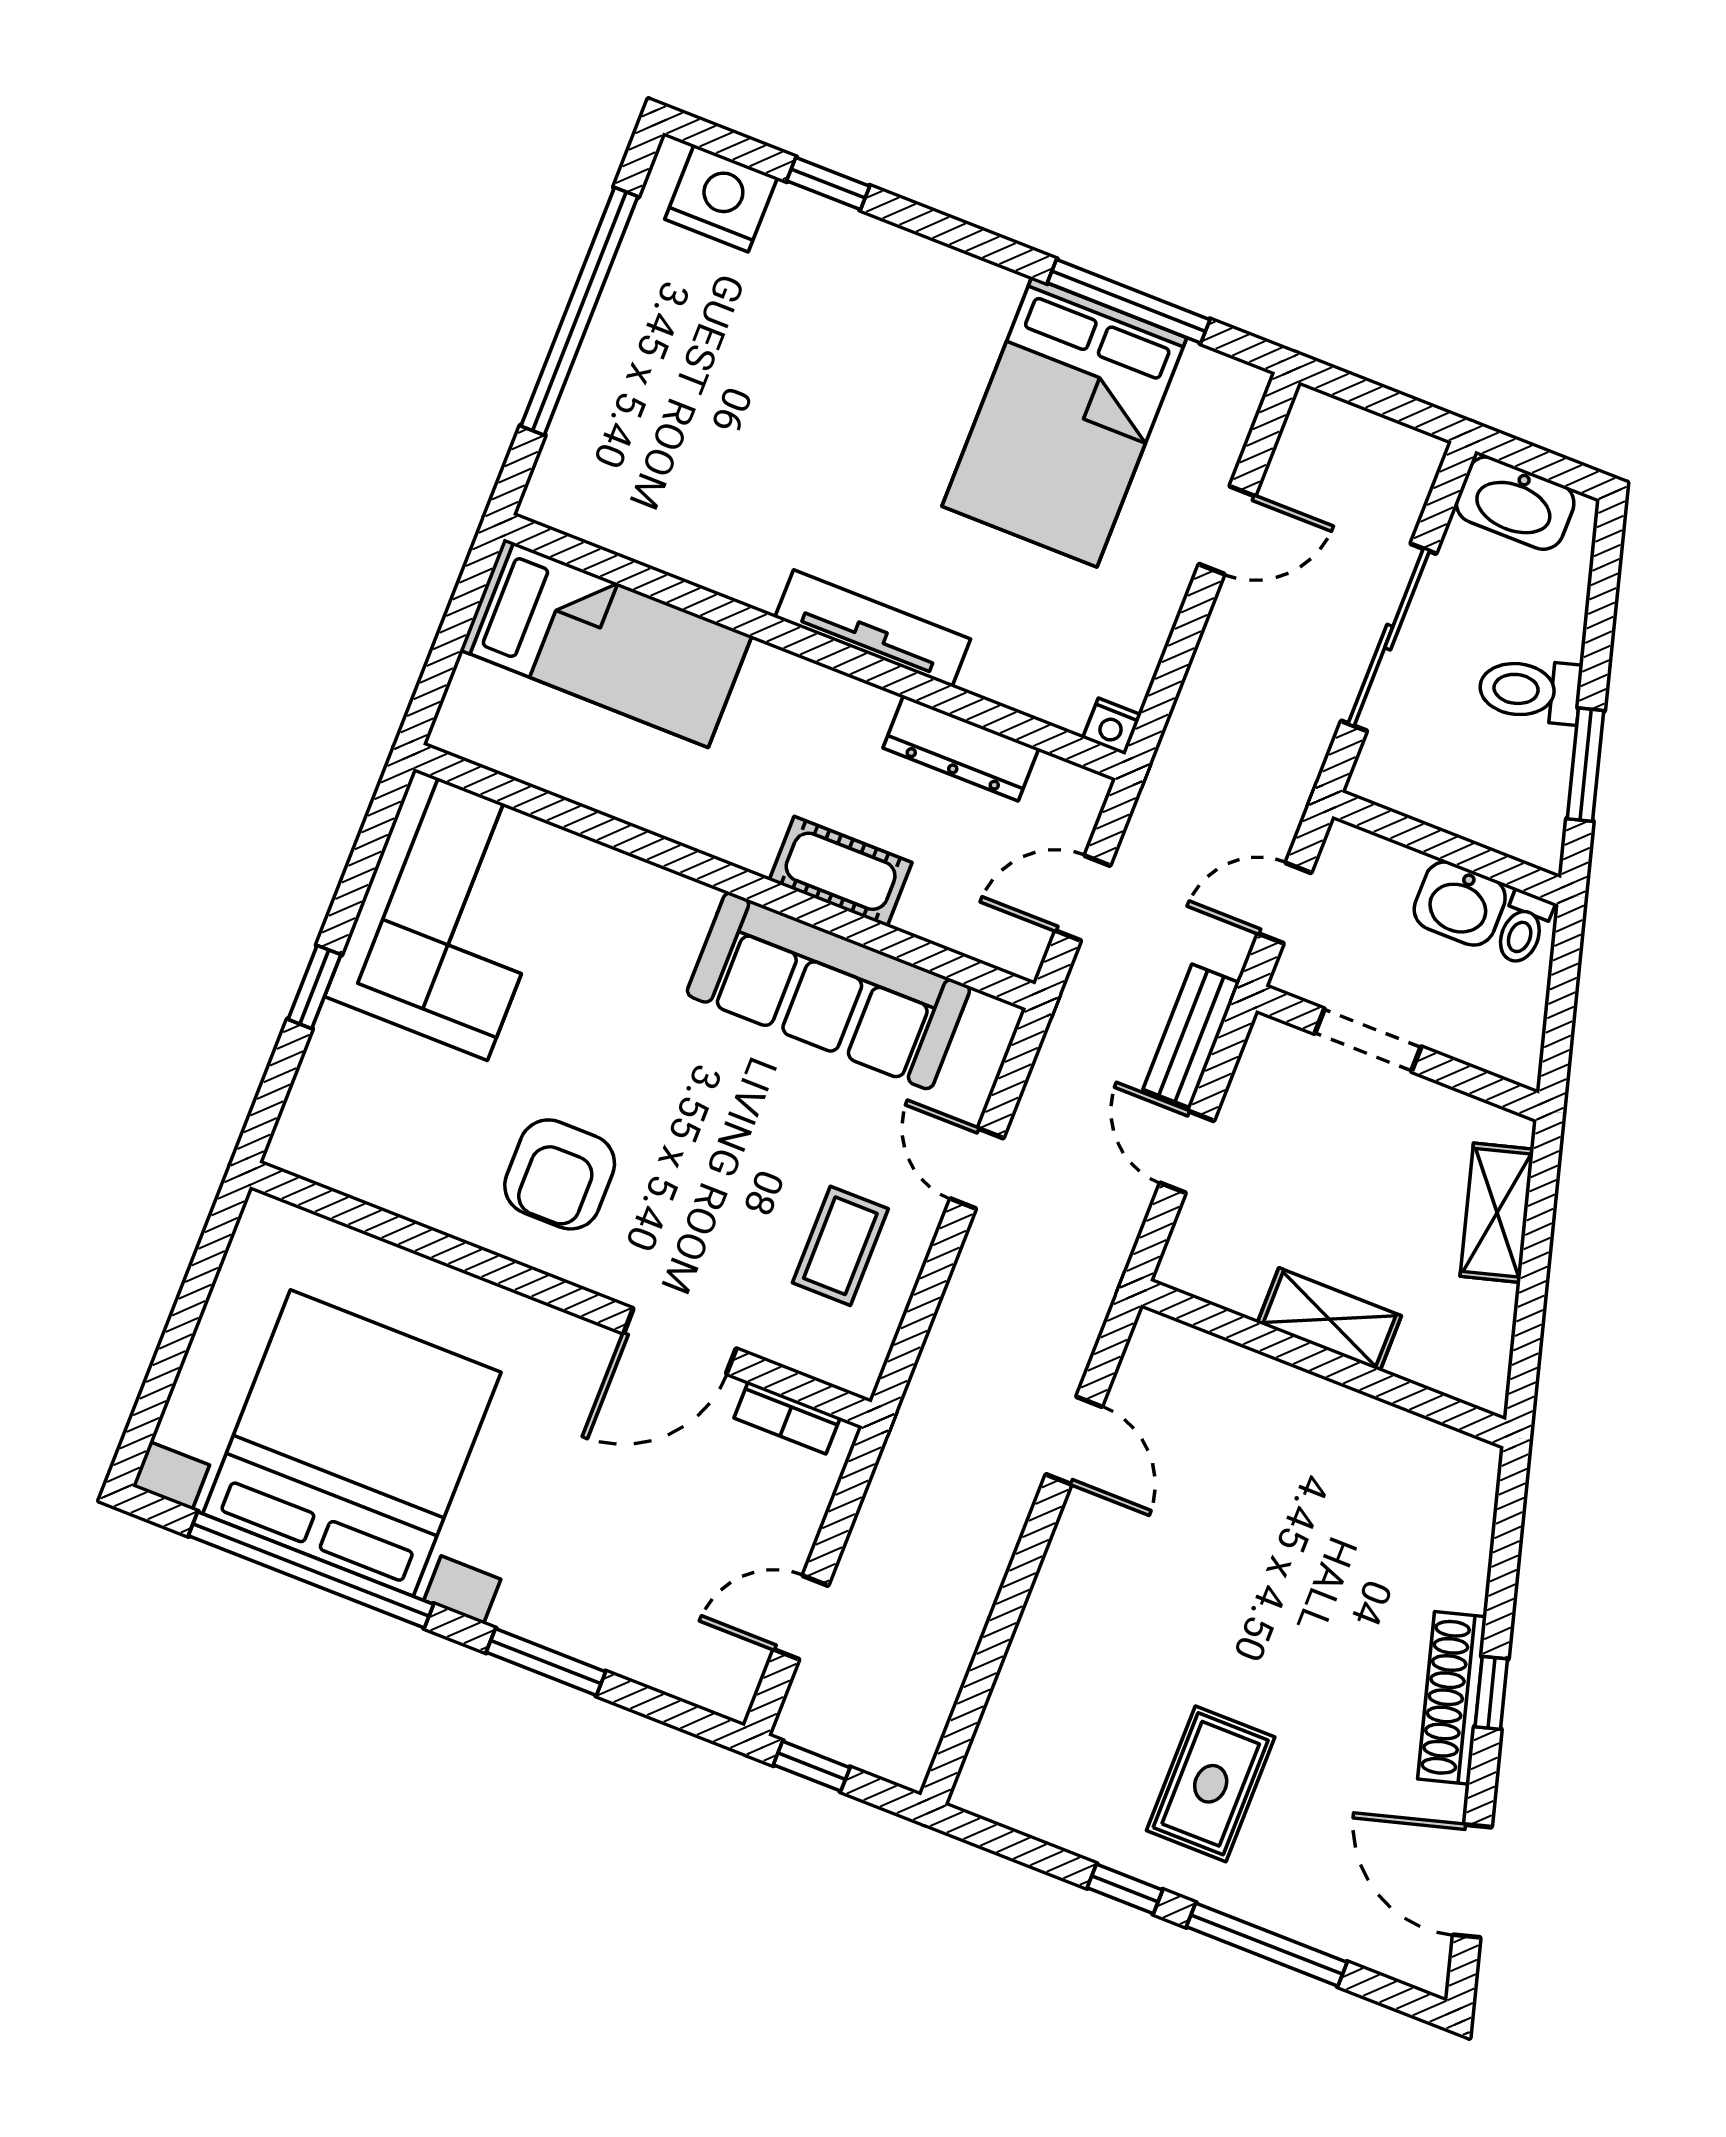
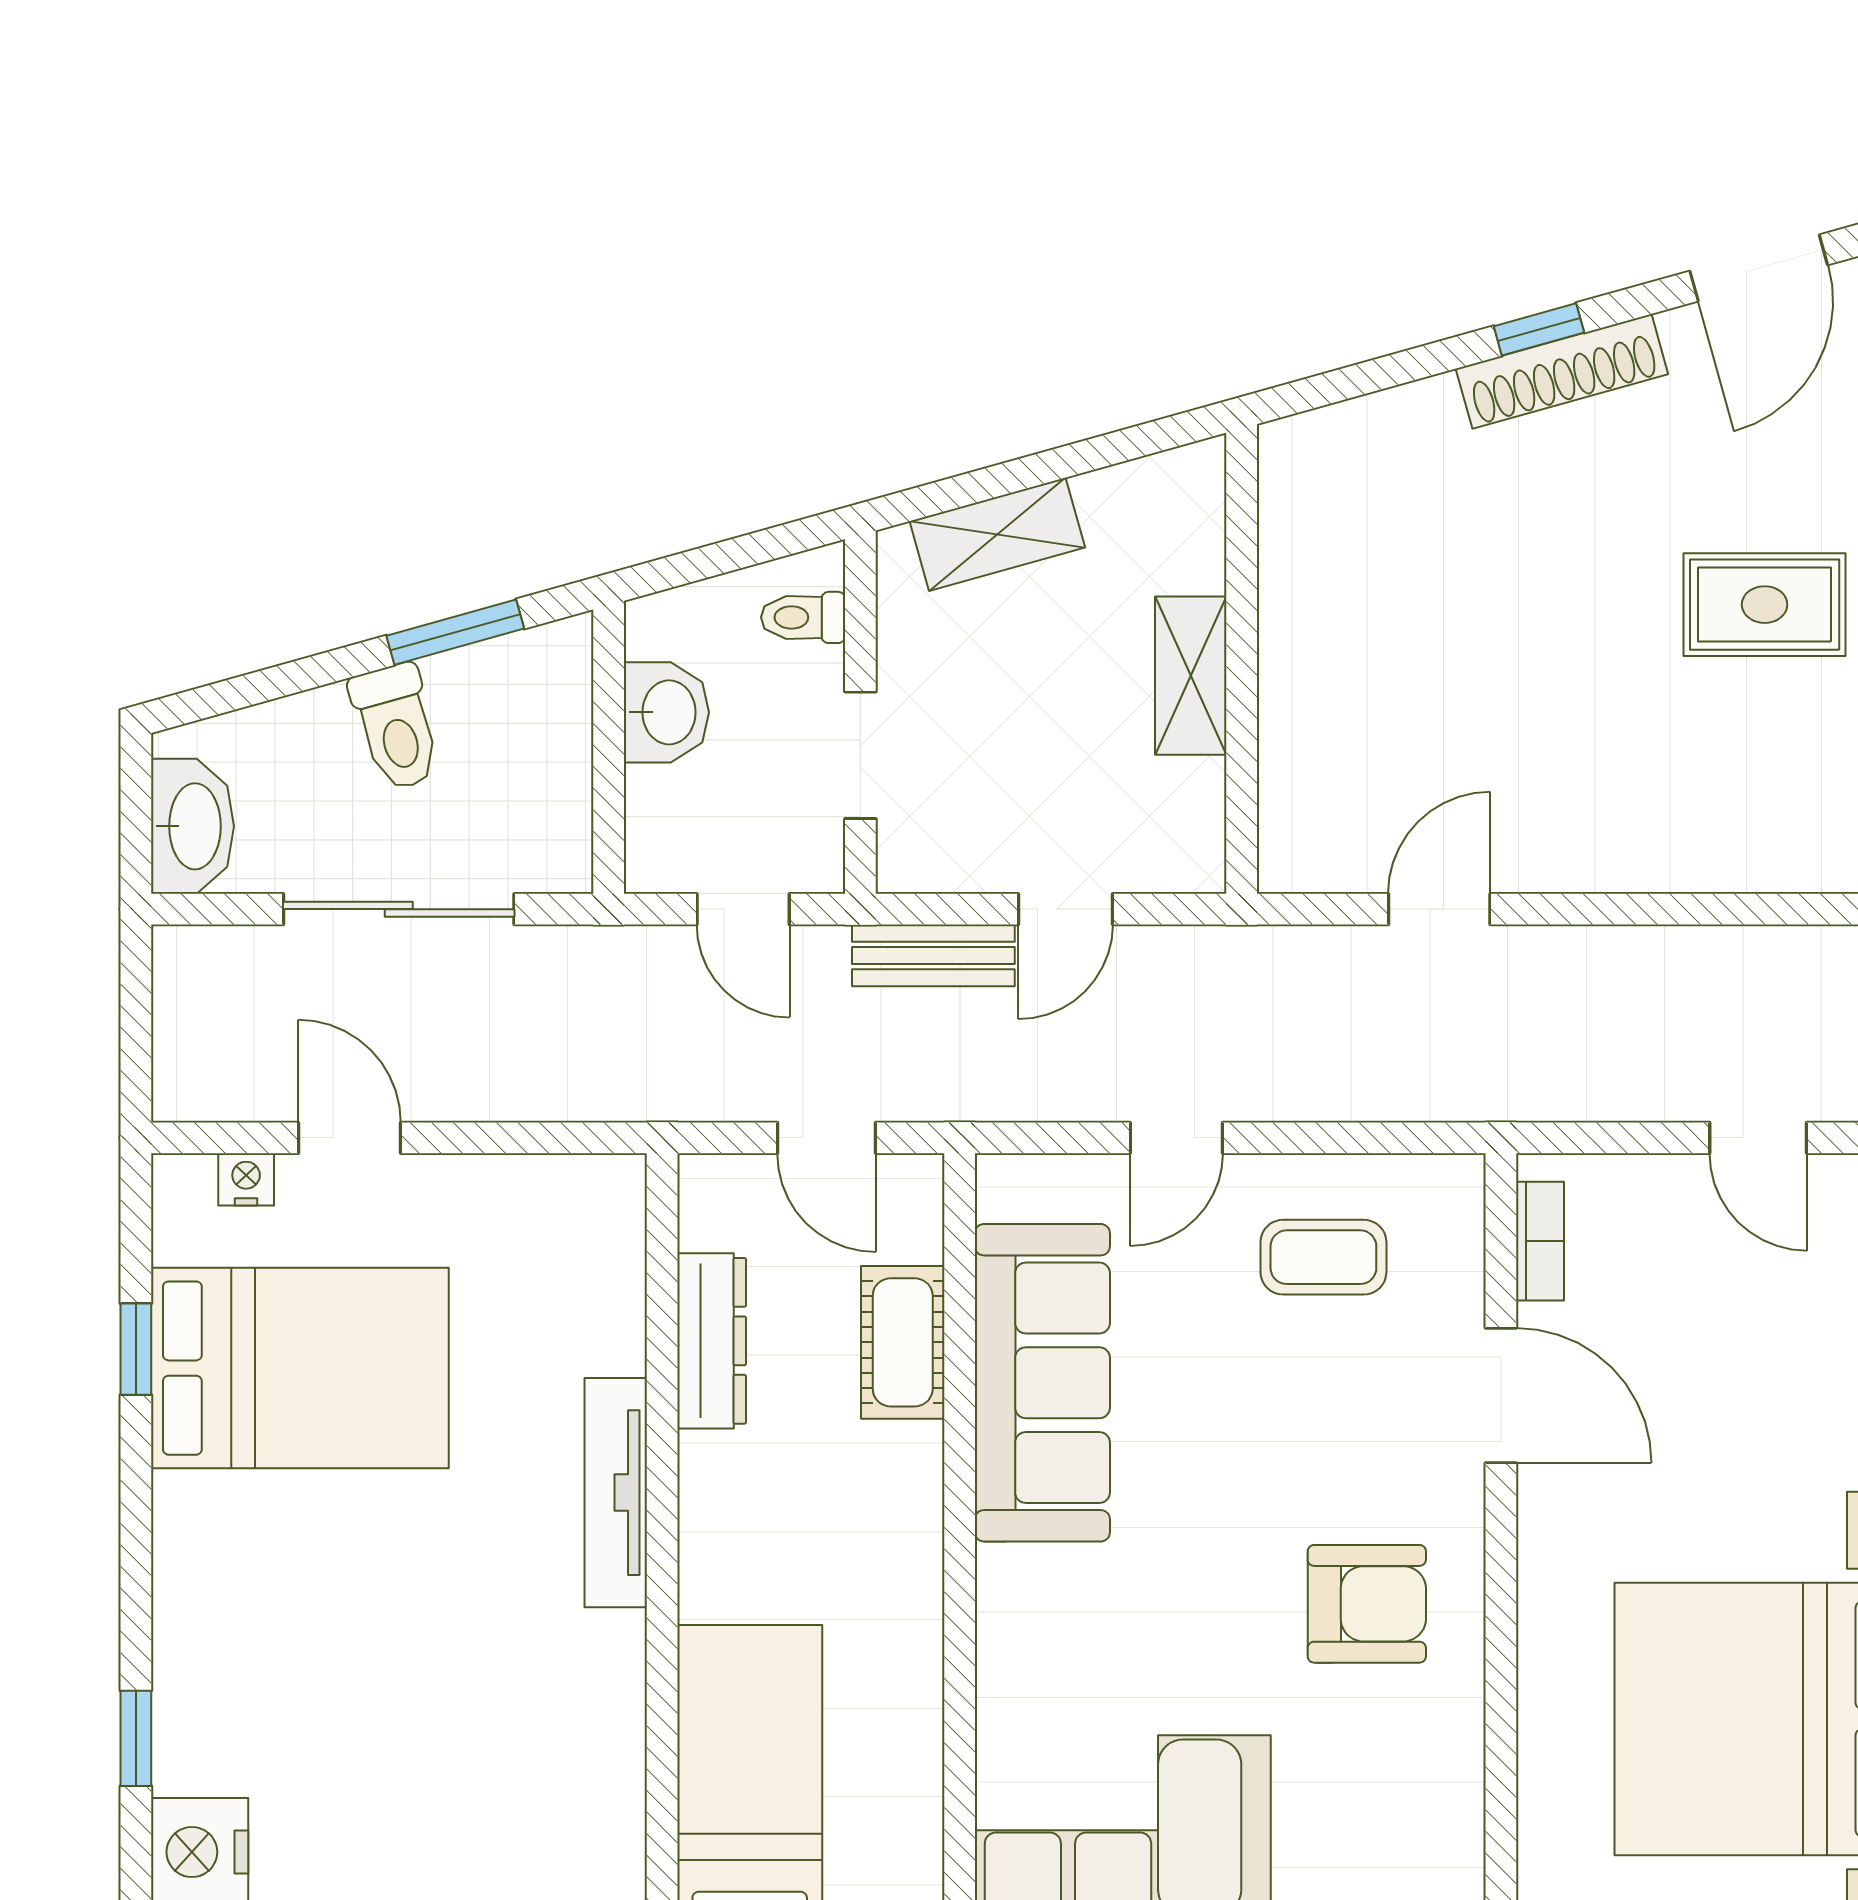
window: (1129, 301) -> (136, 1349), width x0.46
nightstand: (1112, 726) -> (246, 1179), moved, turned -90
cot: (841, 871) -> (903, 1342), moved
toilet: (1523, 928) -> (803, 617), moved, turned 180

